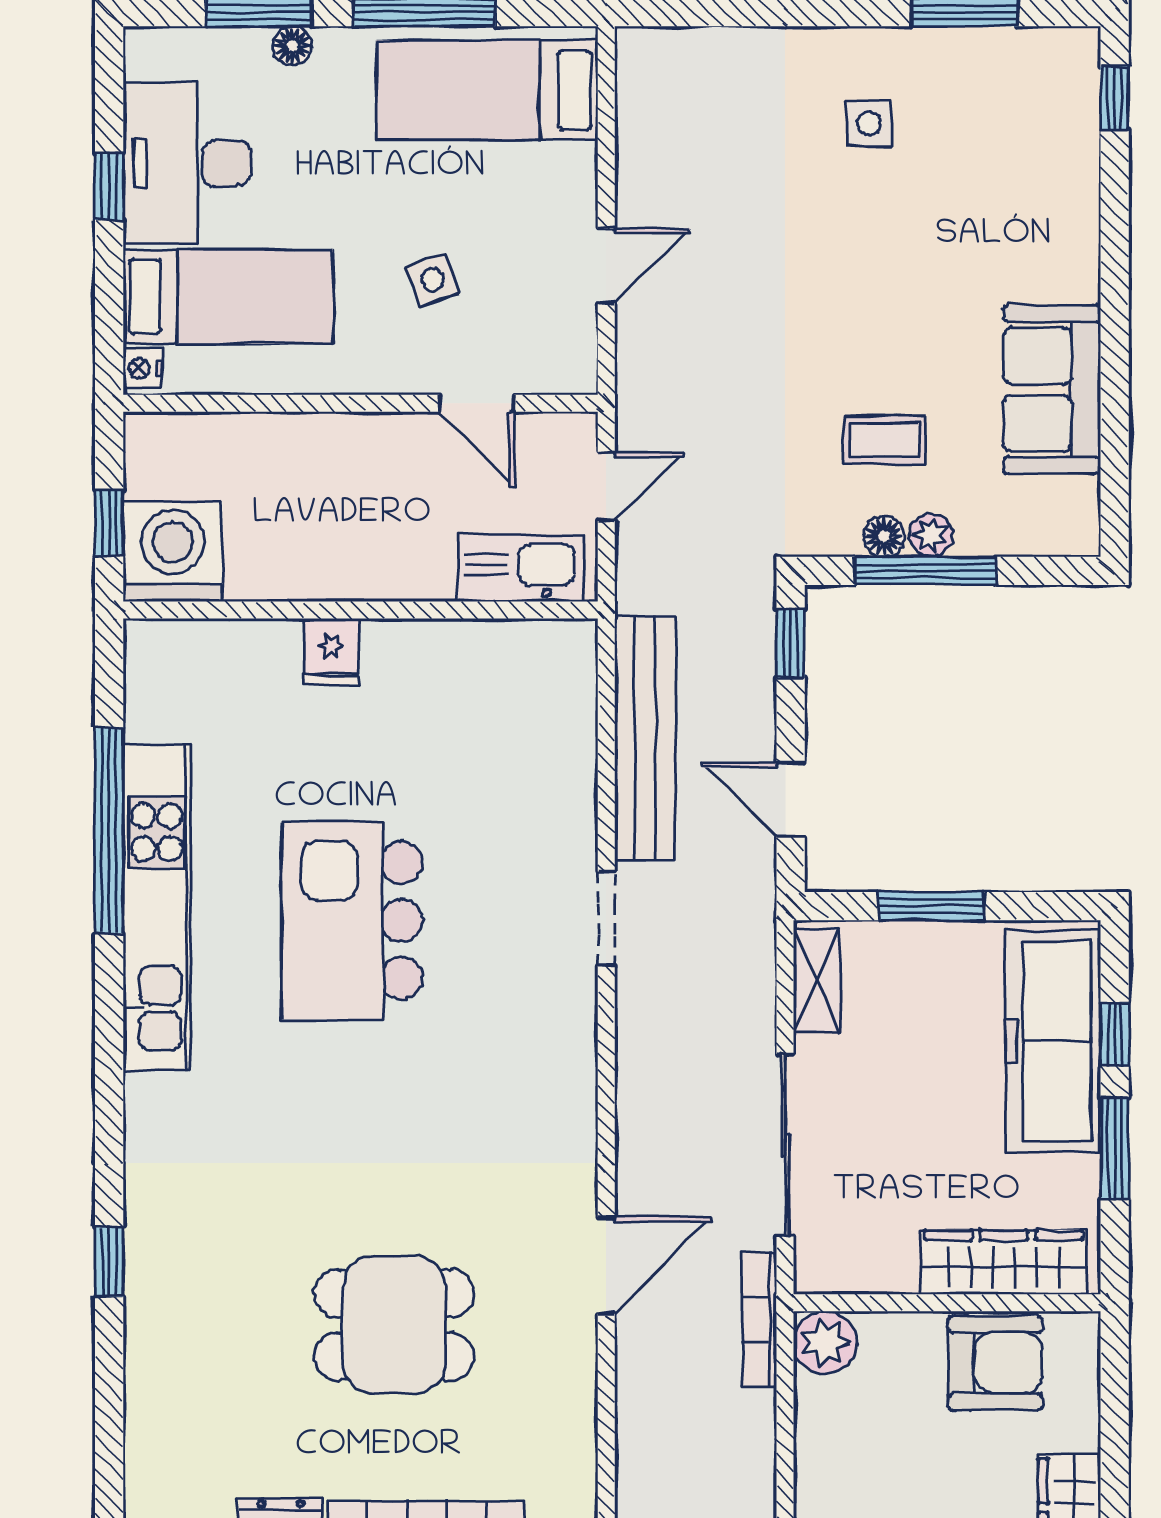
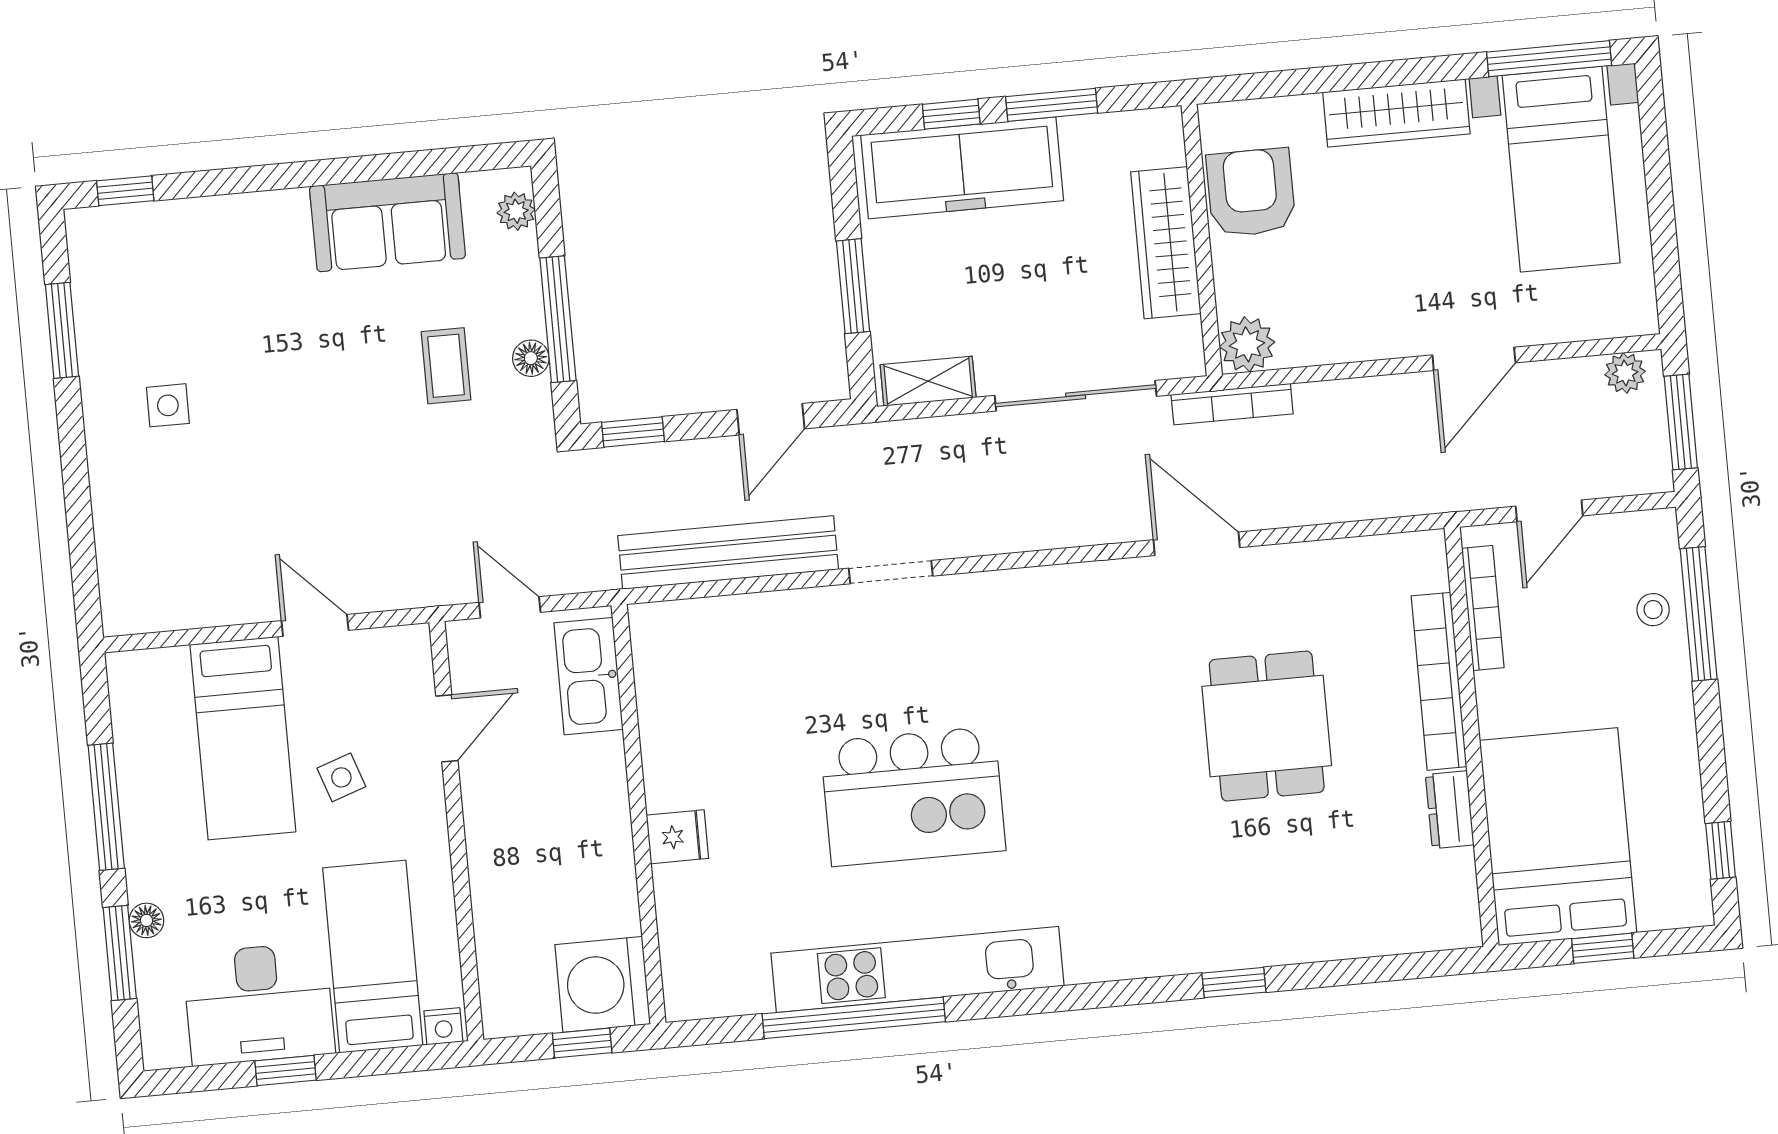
bed: (487, 90) -> (243, 738), moved
plant: (931, 535) -> (516, 211), moved
wardrobe: (1004, 1262) -> (1166, 243), moved

